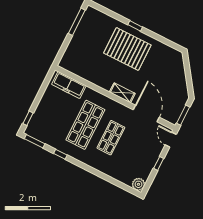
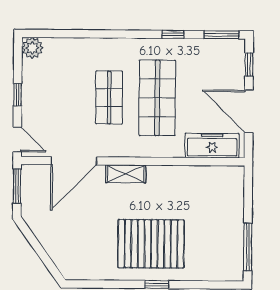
door: (40, 93) -> (249, 111), added
door: (146, 113) -> (74, 161), hinge flipped

